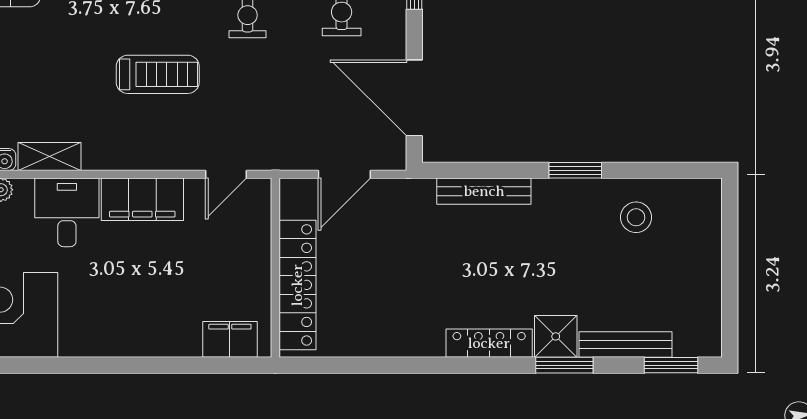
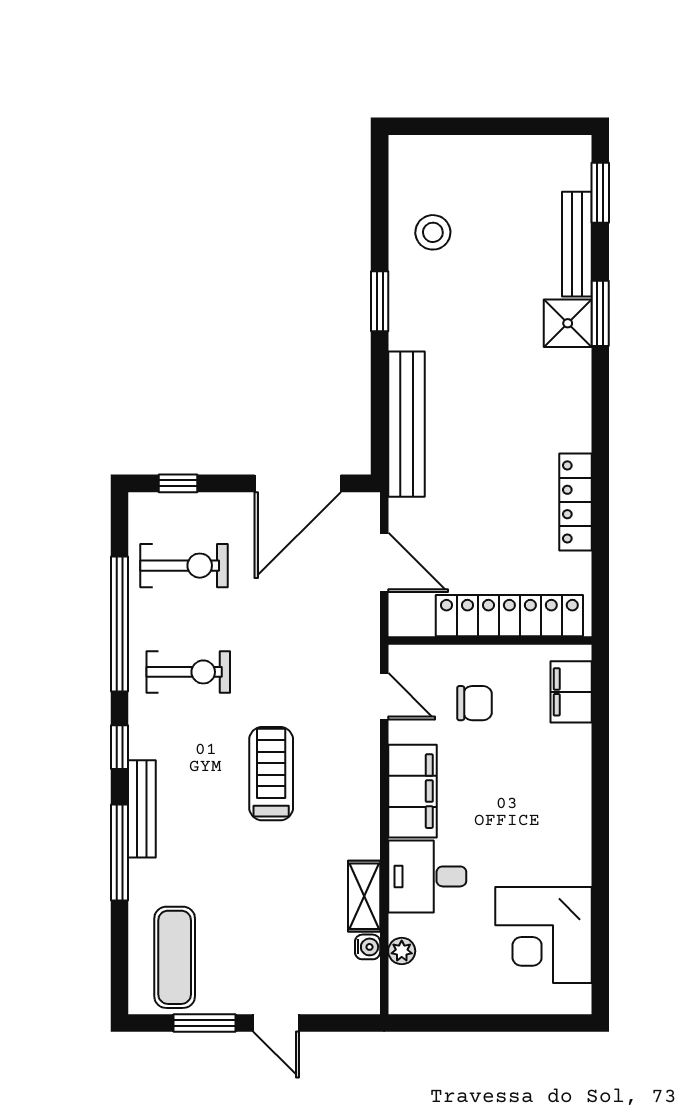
bench: (484, 191) -> (406, 424), width x1.37, depth x1.21
chair: (220, 254) -> (475, 703), added
locker: (489, 343) -> (575, 502), moved

